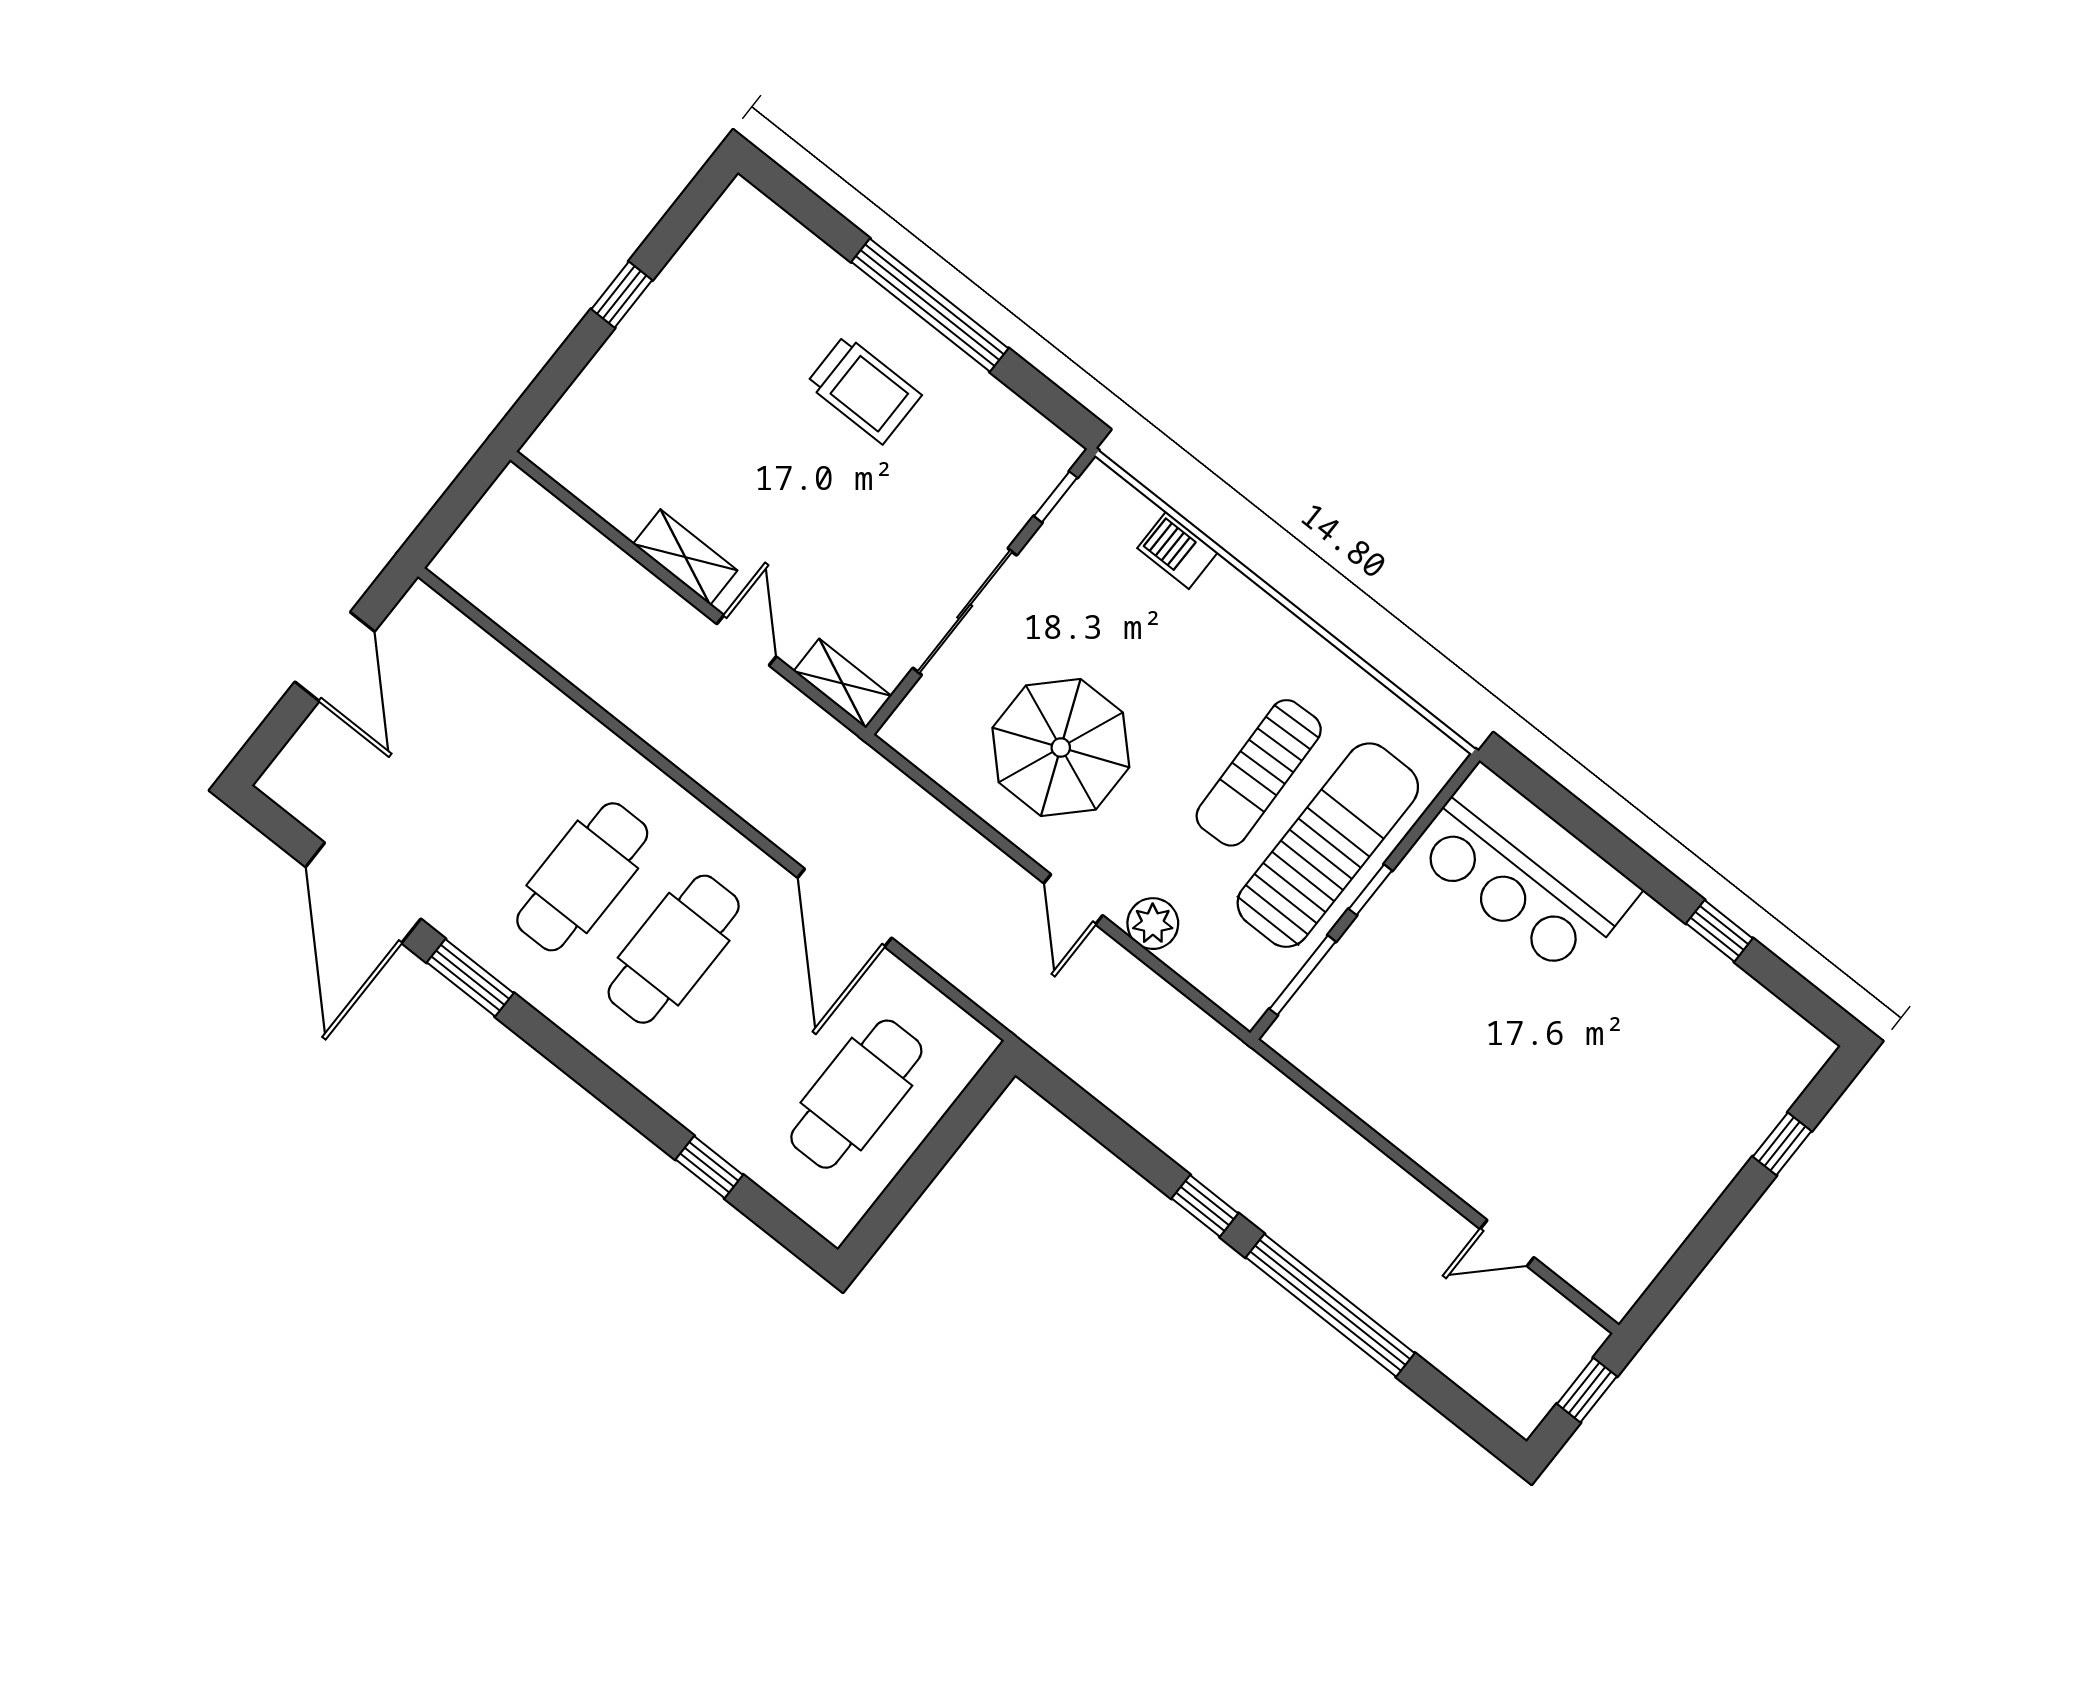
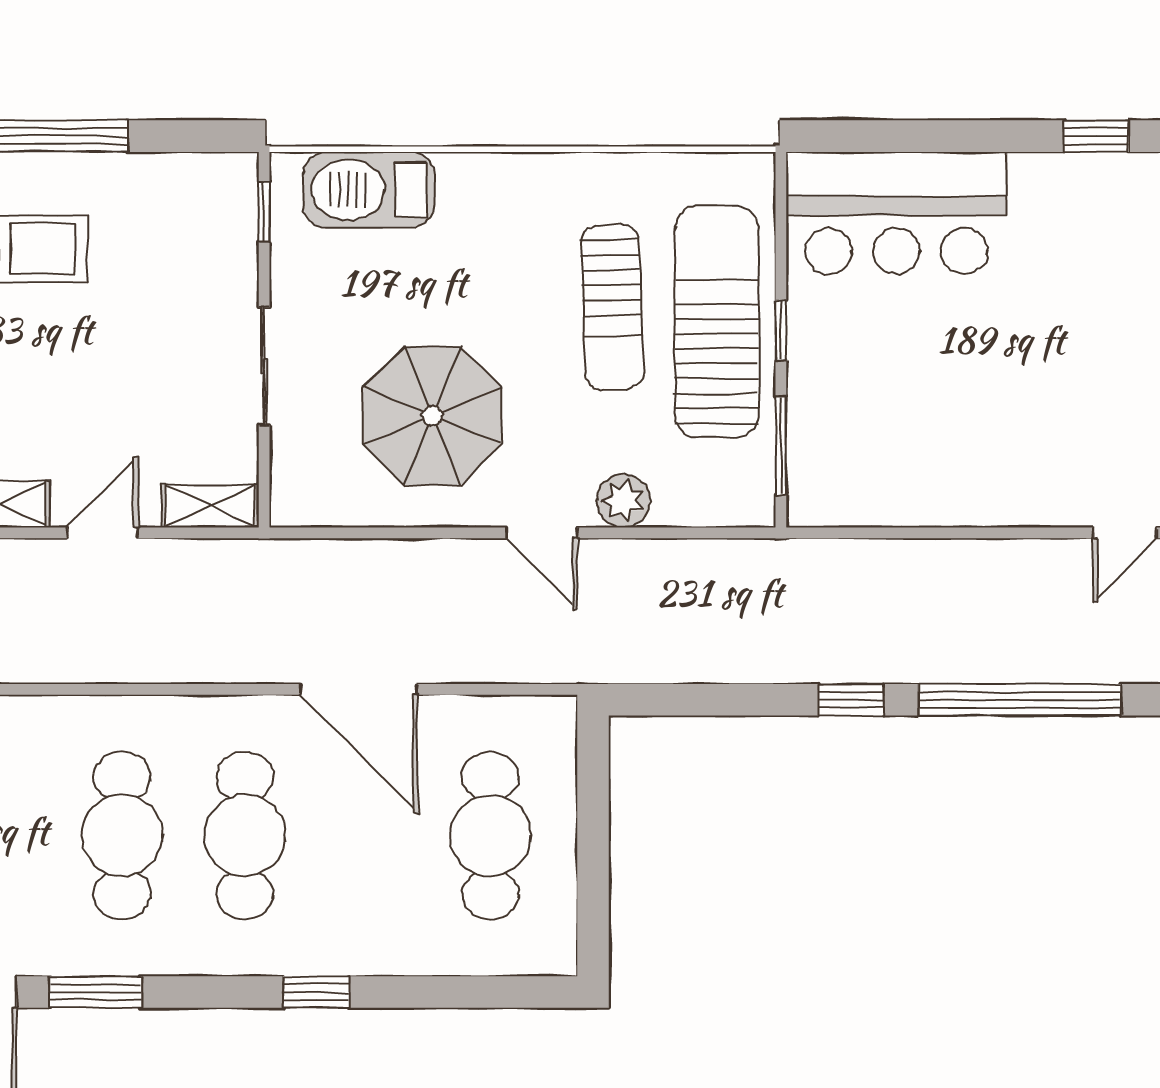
barbecue: (1178, 550) -> (369, 190), width x1.88, depth x1.53
sliding door: (965, 612) -> (264, 366), width x0.73
door: (746, 640) -> (103, 533), hinge flipped
window: (709, 1167) -> (316, 992), moved

